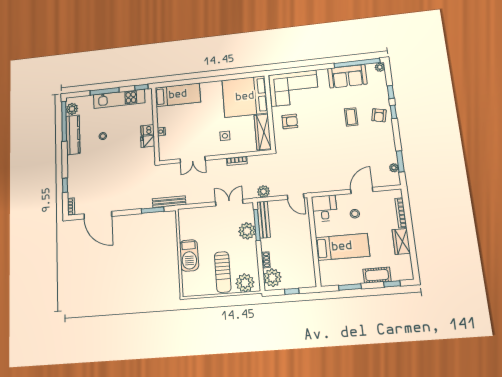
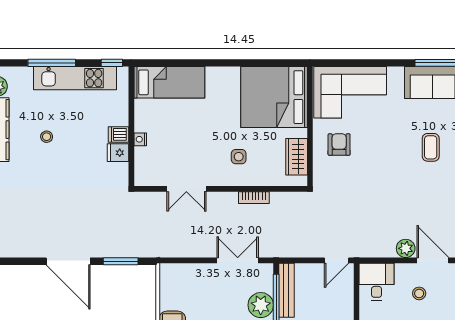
armchair: (290, 121) -> (339, 145), turned -90
wardrobe: (263, 132) -> (297, 157), width x0.67
door: (362, 190) -> (433, 260), hinge flipped
plant: (263, 192) -> (406, 248), moved
door: (296, 197) -> (337, 260), hinge flipped
bench: (169, 202) -> (146, 251), removed
door: (98, 215) -> (68, 261), moved

